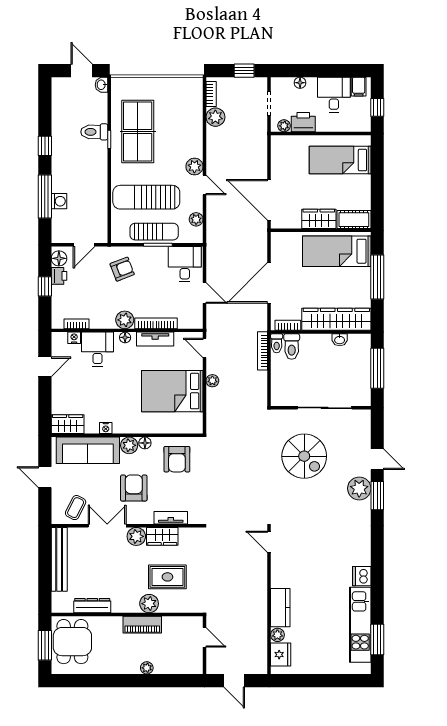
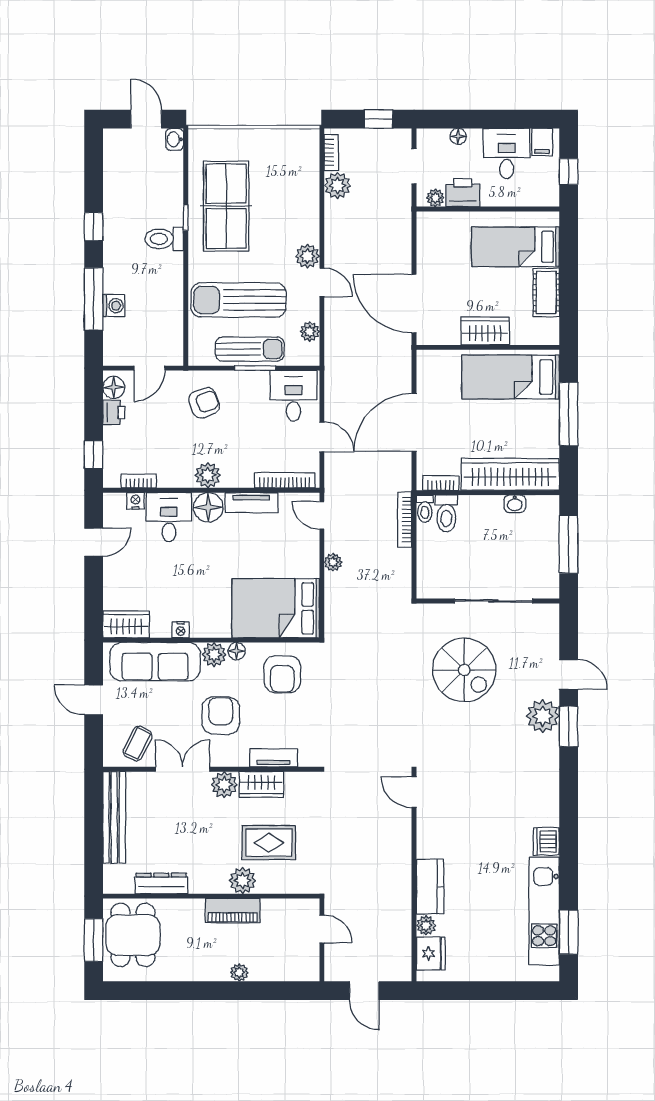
toilet: (94, 132) -> (164, 239), moved
cot: (354, 220) -> (546, 292), moved, turned 90
window: (45, 286) -> (94, 455), moved
bookcase: (156, 323) -> (285, 480), moved
floor lamp: (125, 337) -> (208, 507), width x1.89, depth x1.89
bed: (172, 391) -> (276, 608), moved

